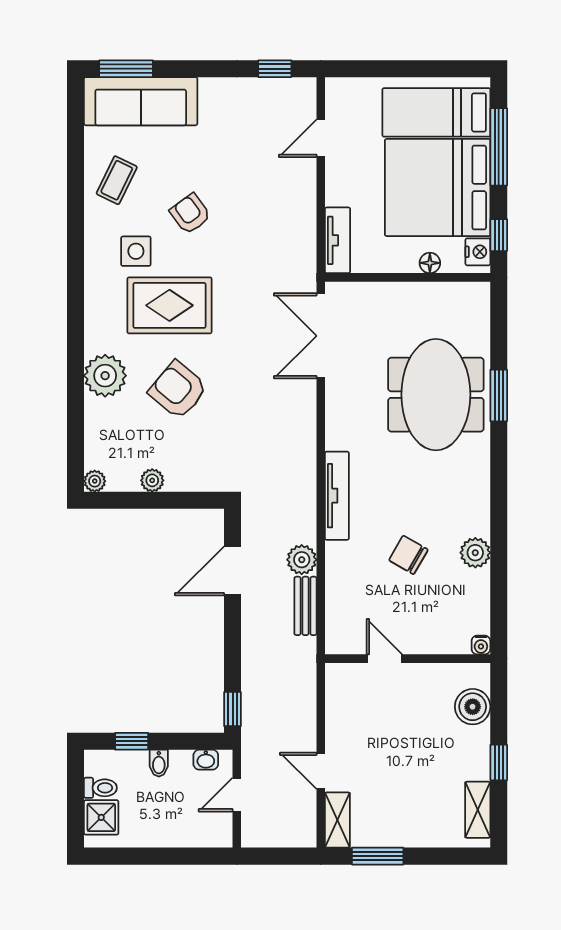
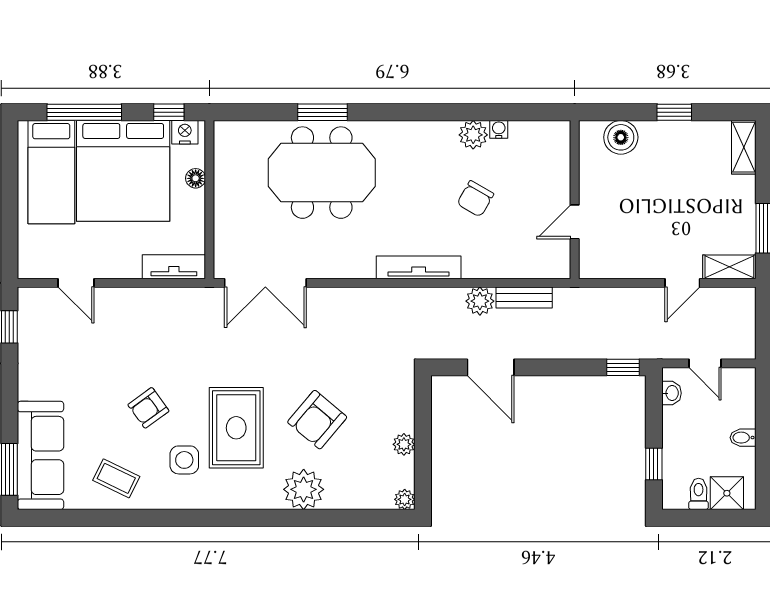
water cooler: (481, 645) -> (499, 129), moved, turned -90
bidet: (159, 763) -> (743, 438), moved, turned 180
shelving: (478, 810) -> (744, 147), moved, turned 90

